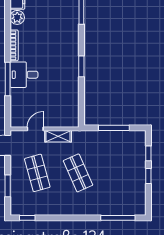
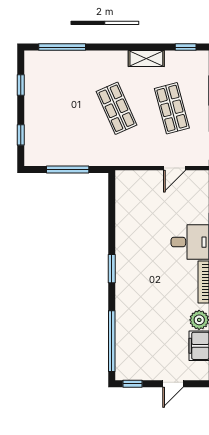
window: (81, 66) -> (112, 269), moved
shelving: (58, 136) -> (146, 58), moved
window: (148, 176) -> (21, 85), moved

